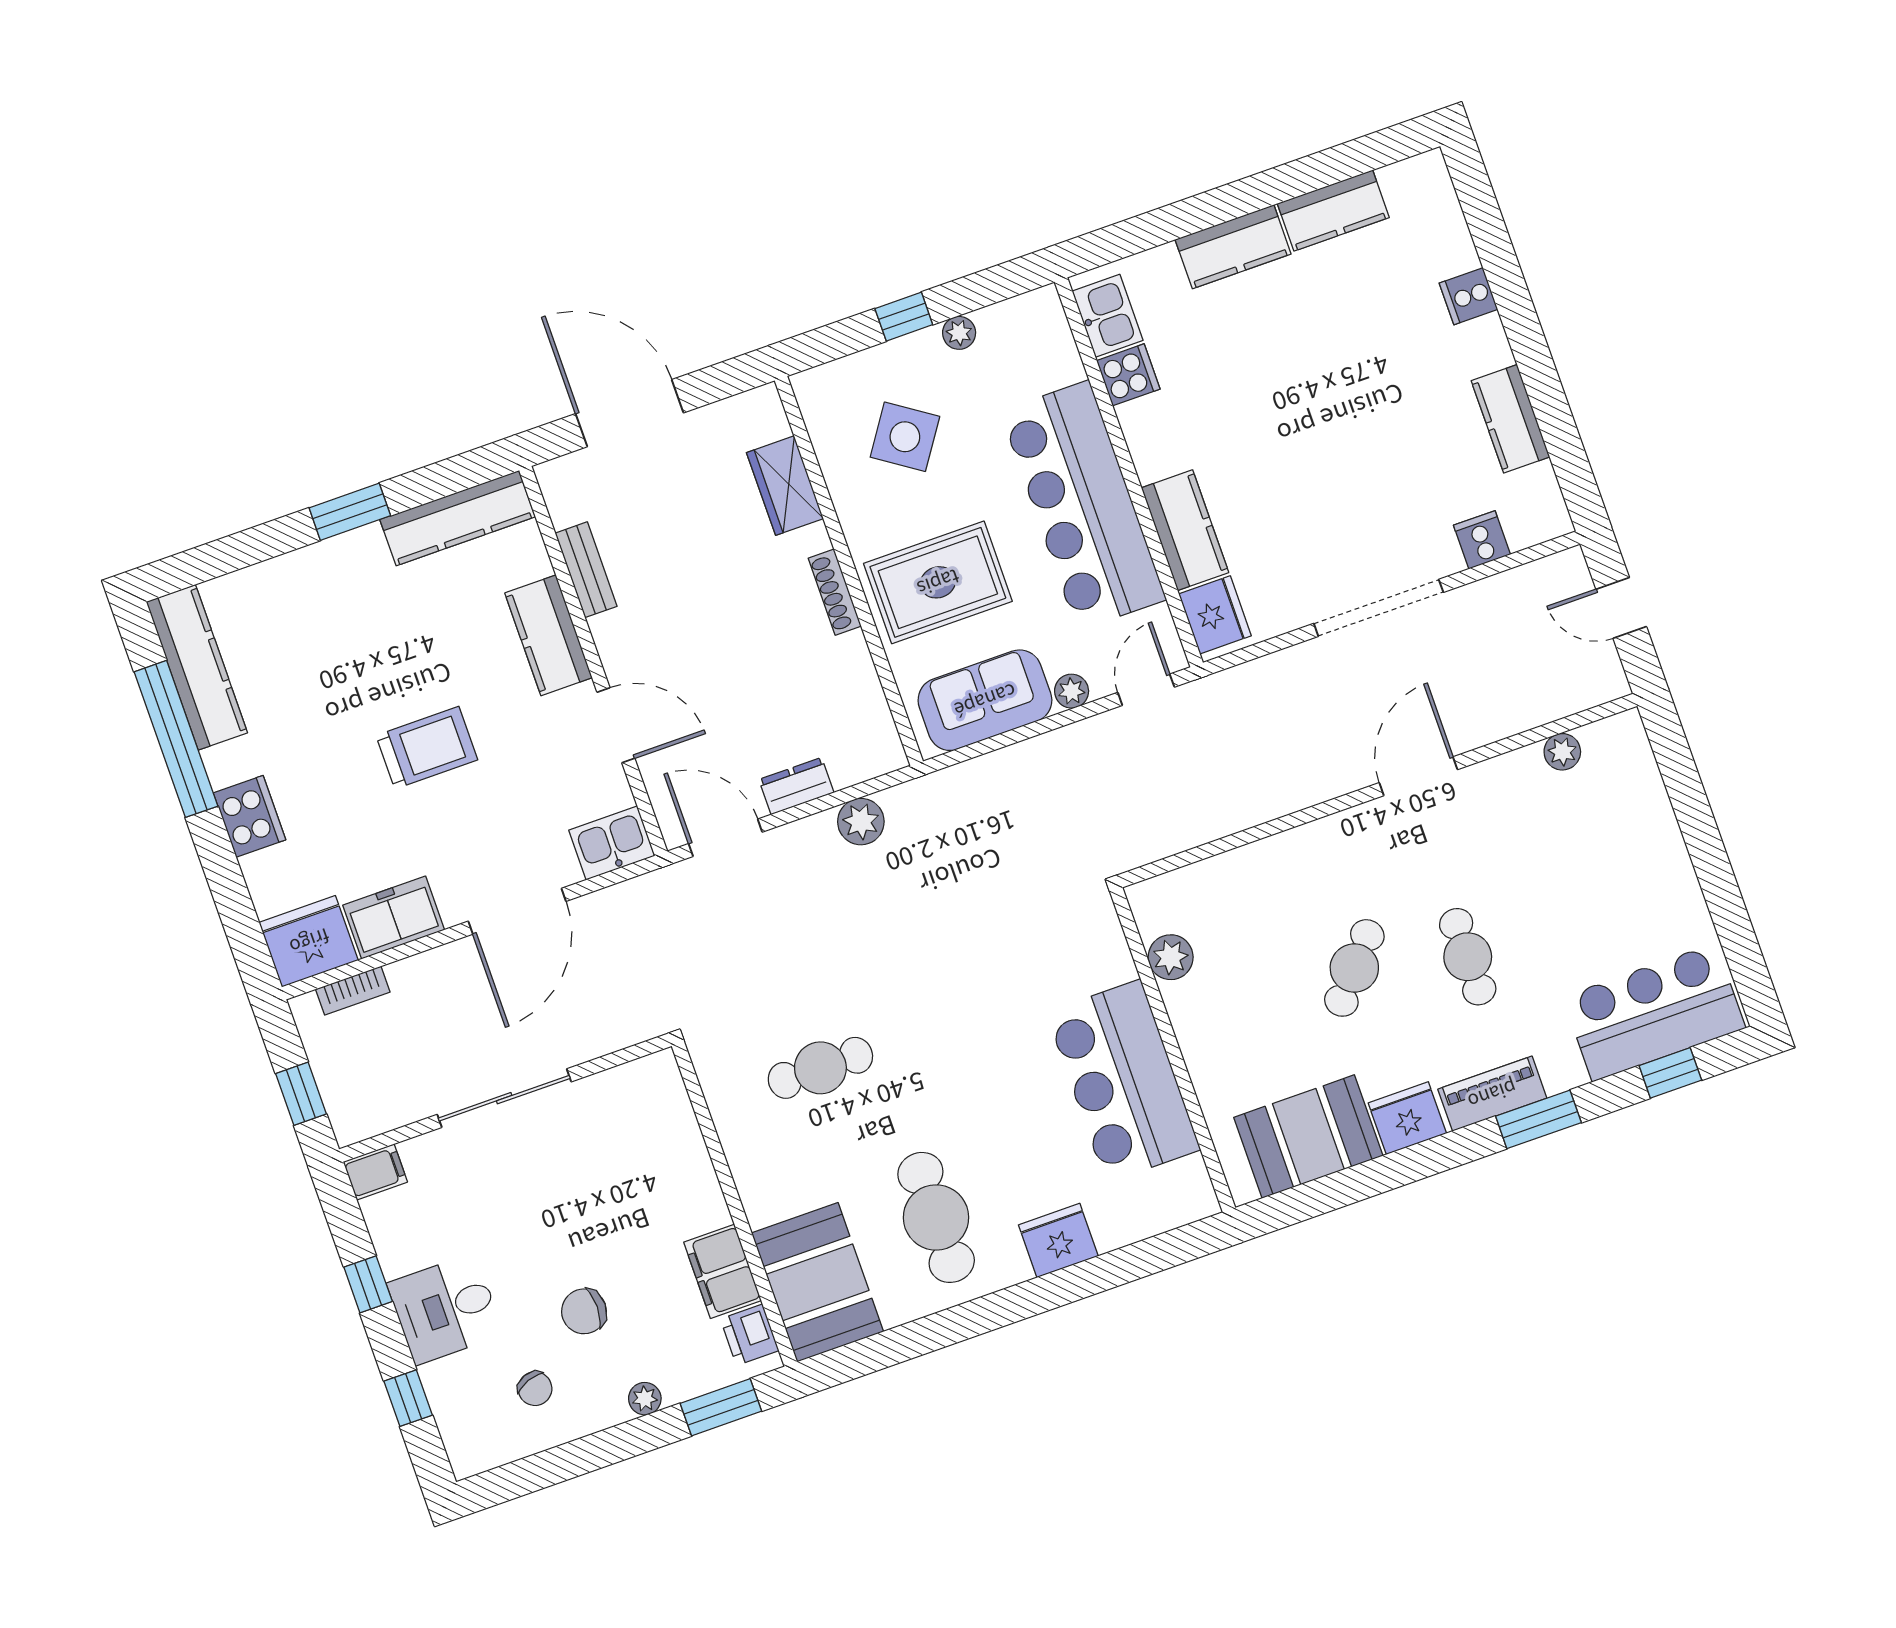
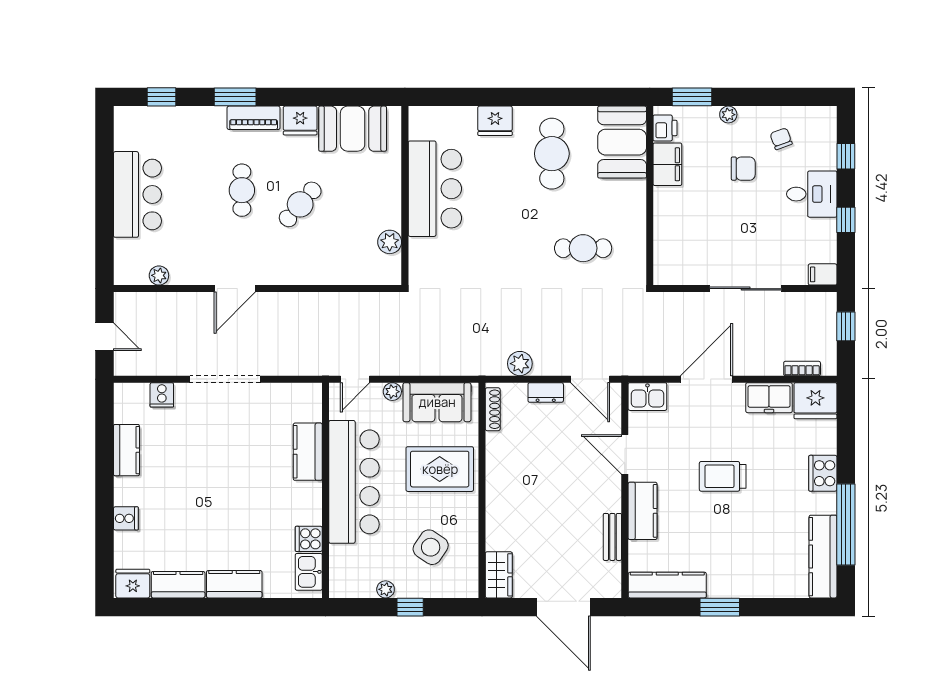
wardrobe: (785, 486) -> (499, 575), moved
shoe rack: (835, 592) -> (493, 409), moved
fridge: (1215, 615) -> (133, 584), moved, turned 90
bar counter: (1654, 1012) -> (137, 194), moved, turned -90

